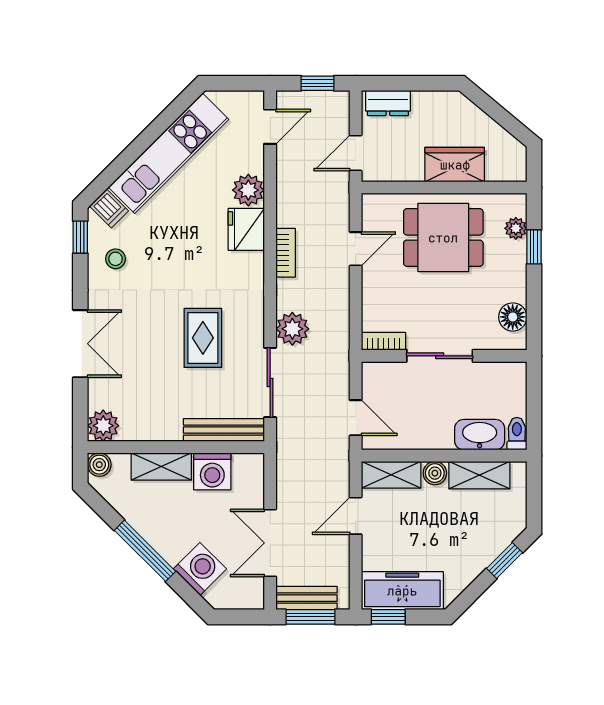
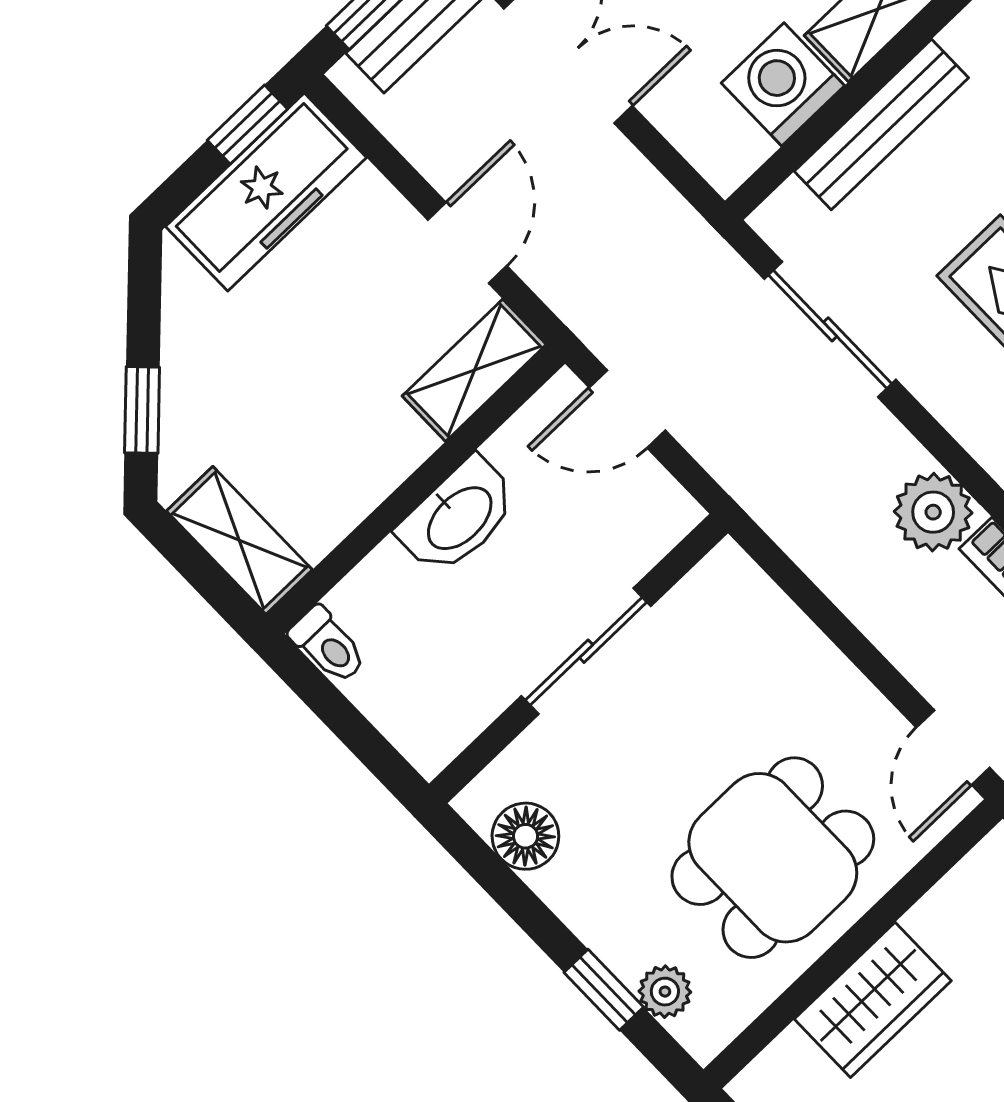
door: (356, 249) -> (953, 748), moved
plant: (292, 329) -> (933, 512), moved
bookcase: (383, 341) -> (705, 584), removed
bench: (224, 430) -> (881, 125), moved
washbasin: (480, 435) -> (458, 517), moved
boiler: (435, 473) -> (403, 444), removed
shelving: (479, 475) -> (239, 540), moved, turned 90

